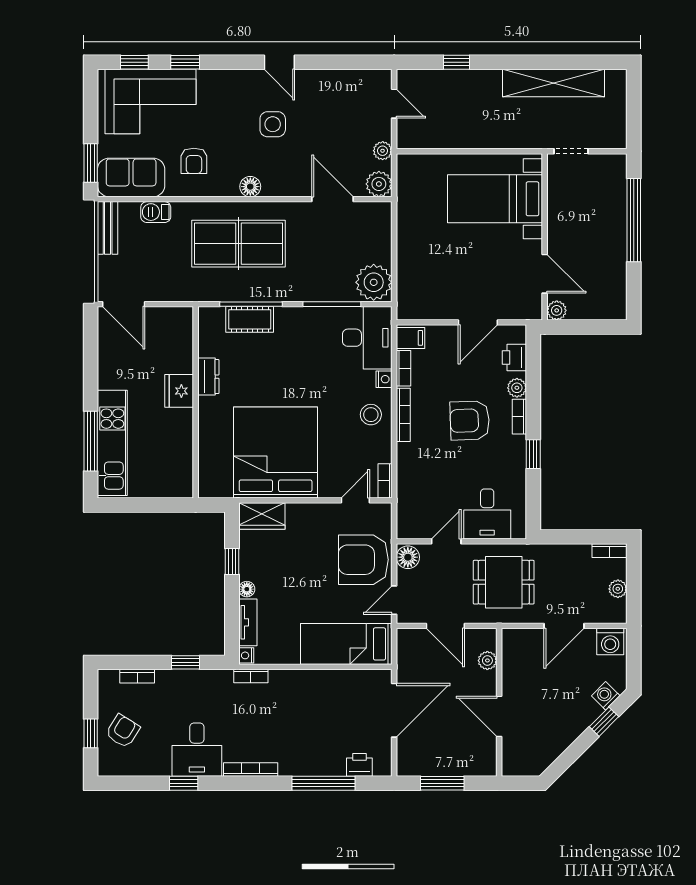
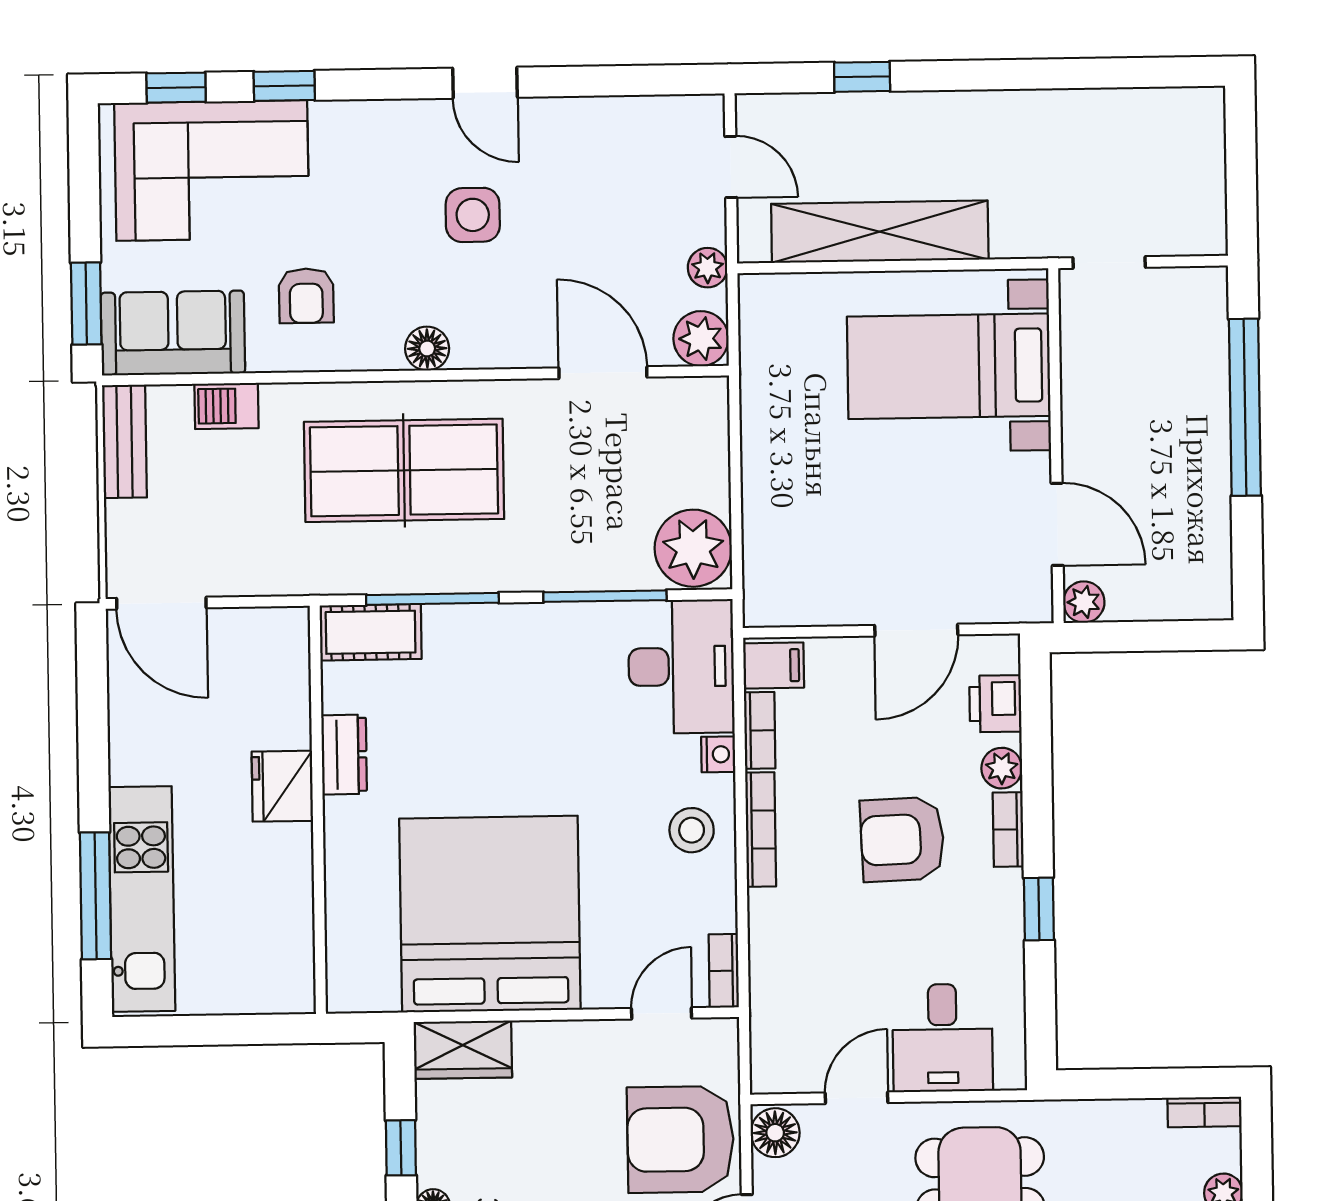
shelving: (554, 83) -> (880, 232), moved
cot: (250, 319) -> (371, 632), moved

